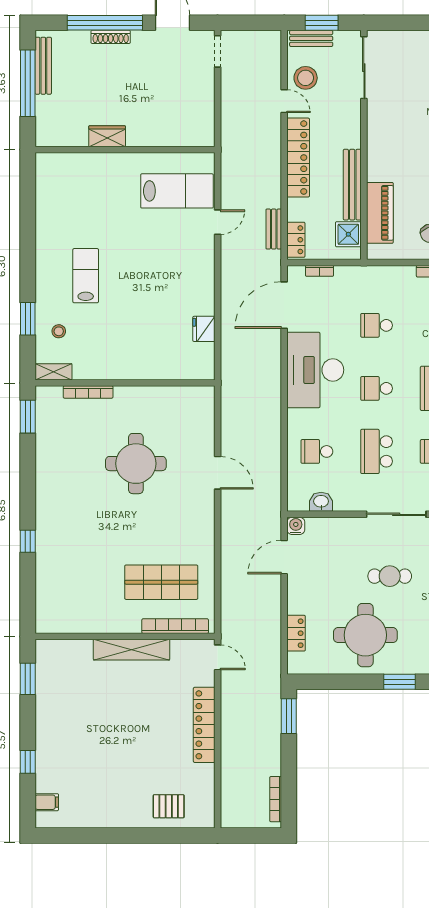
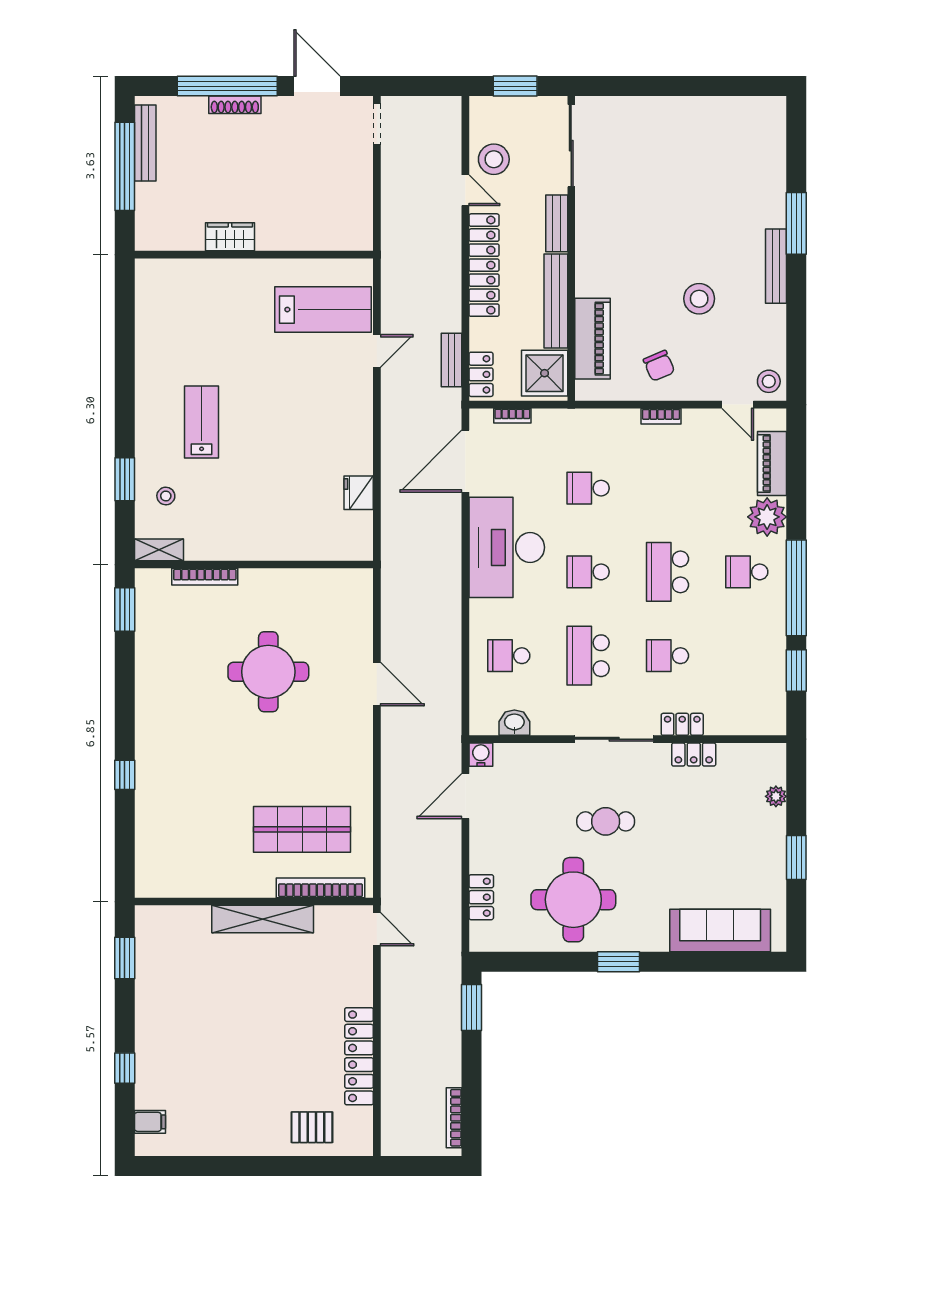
bench: (311, 38) -> (557, 223), moved, turned 90
shower: (348, 234) -> (545, 373), width x1.36, depth x1.36
locker: (204, 725) -> (359, 1056), moved

